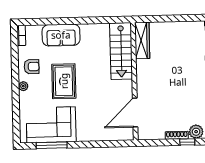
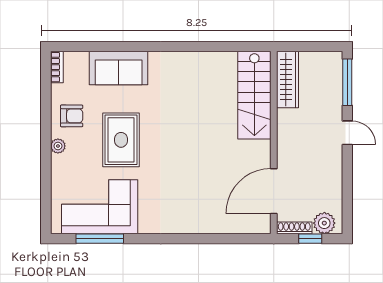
wardrobe: (142, 40) -> (288, 80), moved
stairs: (121, 51) -> (254, 95), moved
wall: (134, 81) -> (274, 143), moved
door: (135, 113) -> (274, 191), moved

